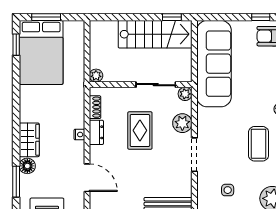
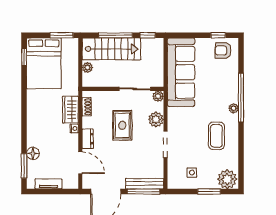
window: (46, 17) -> (62, 35), moved
window: (132, 17) -> (116, 35), added
stairs: (155, 34) -> (111, 49), moved
plant: (96, 76) -> (87, 68), moved
dresser: (96, 132) -> (88, 139), moved
wardrobe: (29, 140) -> (70, 110), moved, turned 180

